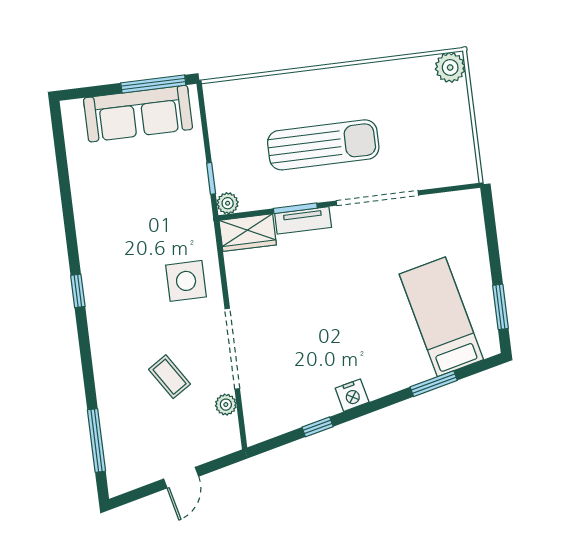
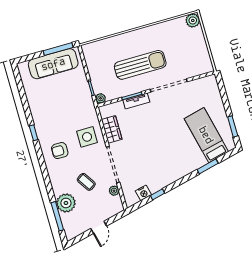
wardrobe: (248, 233) -> (112, 129), moved, turned -90
window: (78, 291) -> (34, 133), moved
armchair: (123, 301) -> (60, 151), added
nightstand: (352, 395) -> (143, 193), moved
plant: (119, 415) -> (66, 203), added

